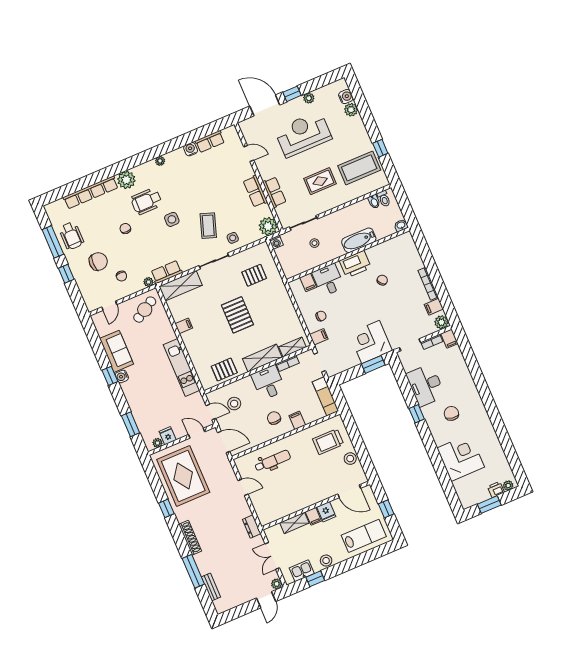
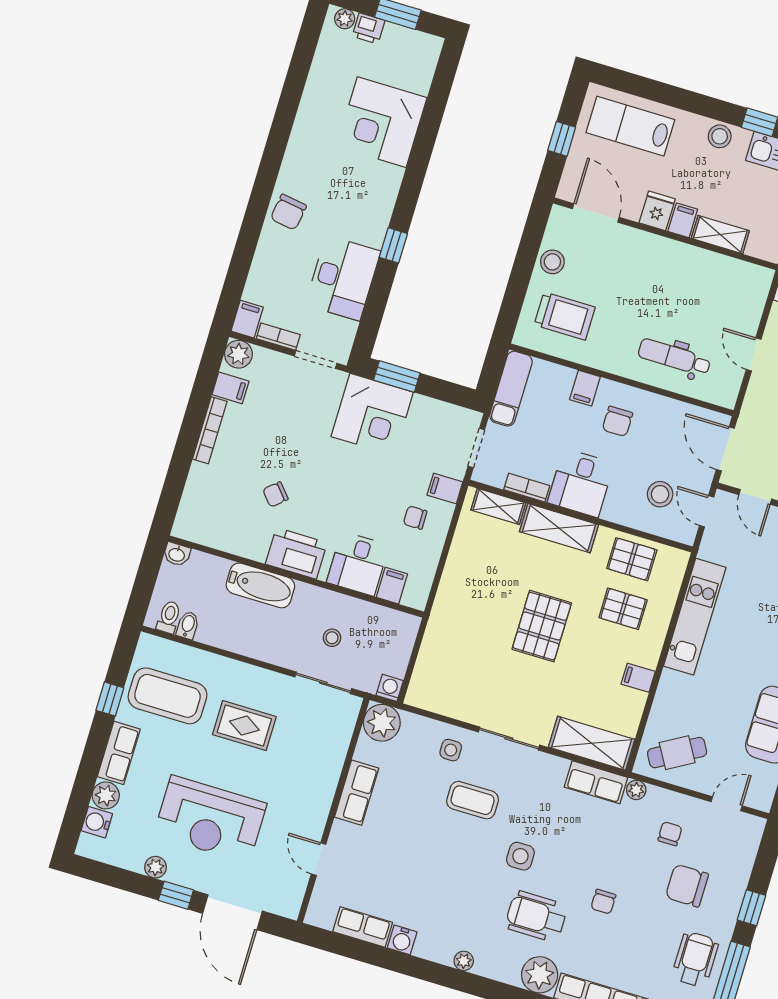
row of seats: (274, 192) -> (119, 753), moved, turned 180
wheelchair: (146, 201) -> (536, 916), turned 180
coffee table: (208, 226) -> (473, 800), turned 71
pallet: (254, 275) -> (623, 609), moved
chair: (451, 413) -> (288, 212), moved

